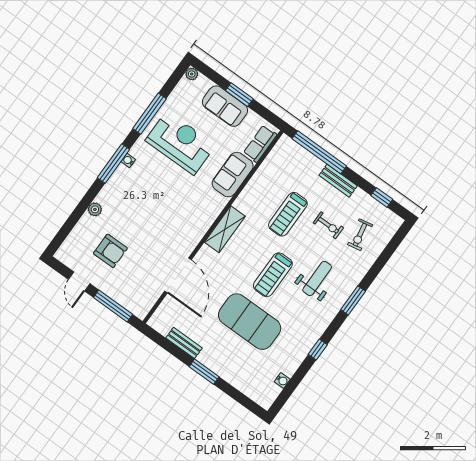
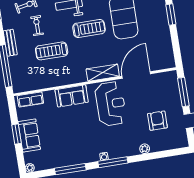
reception desk: (180, 143) -> (111, 104), moved, turned 180
sofa: (233, 175) -> (72, 96), moved
treadmill: (288, 214) -> (52, 51), turned 180
shelving: (225, 229) -> (103, 73), moved
bench: (184, 343) -> (167, 39), removed

